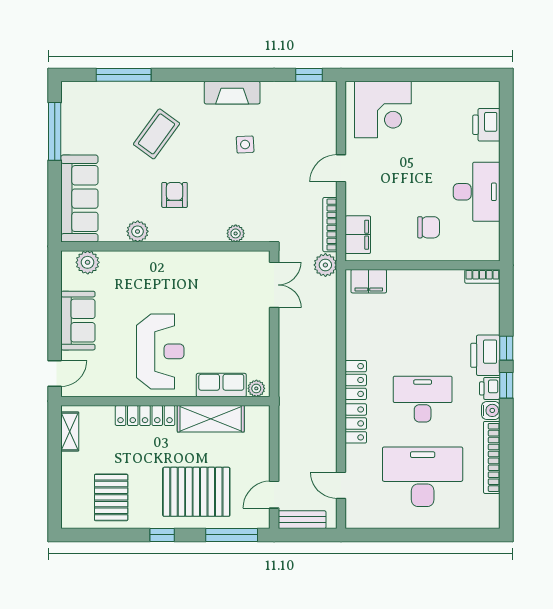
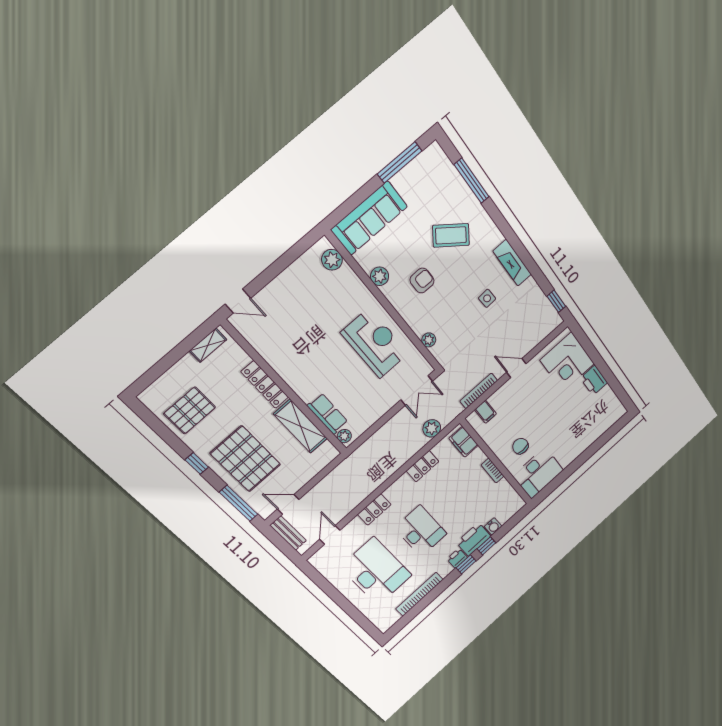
printer: (486, 125) -> (594, 380), moved, turned -90
desk: (477, 192) -> (538, 473), moved
chair: (429, 227) -> (520, 446), turned 180
filing cabinet: (358, 235) -> (486, 412), width x0.50
plant: (325, 265) -> (432, 428), moved
bookcase: (482, 276) -> (492, 471), moved
sofa: (78, 321) -> (288, 286), removed
reception desk: (160, 351) -> (375, 343), moved, turned -90
locker: (356, 380) -> (423, 466), moved
water cooler: (491, 410) -> (493, 526), moved

